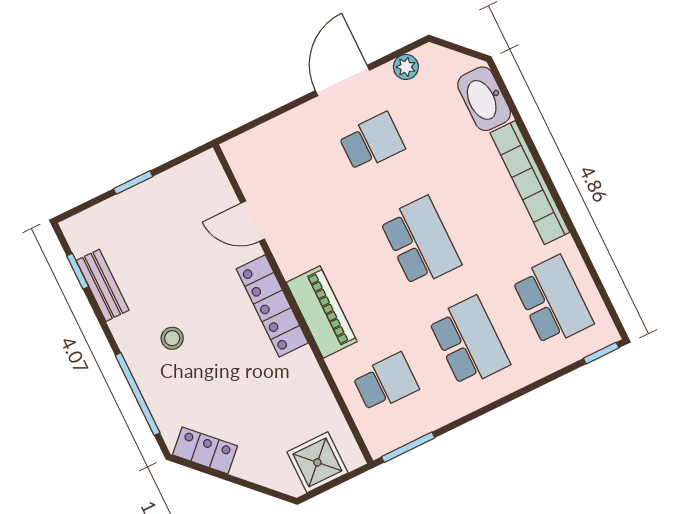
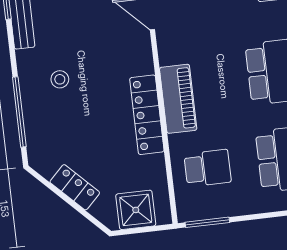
locker: (272, 306) -> (147, 115), moved
locker: (205, 450) -> (75, 187), moved

